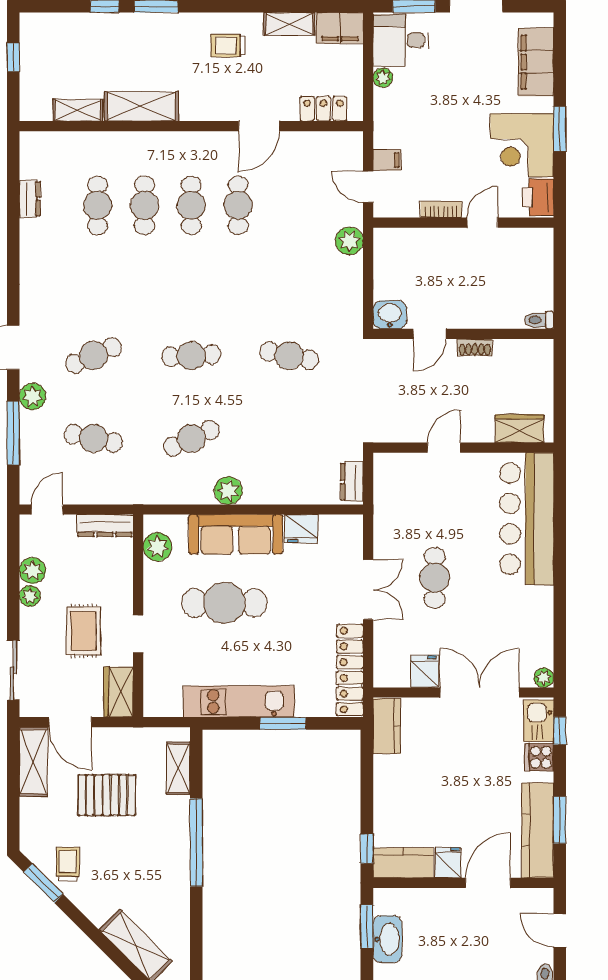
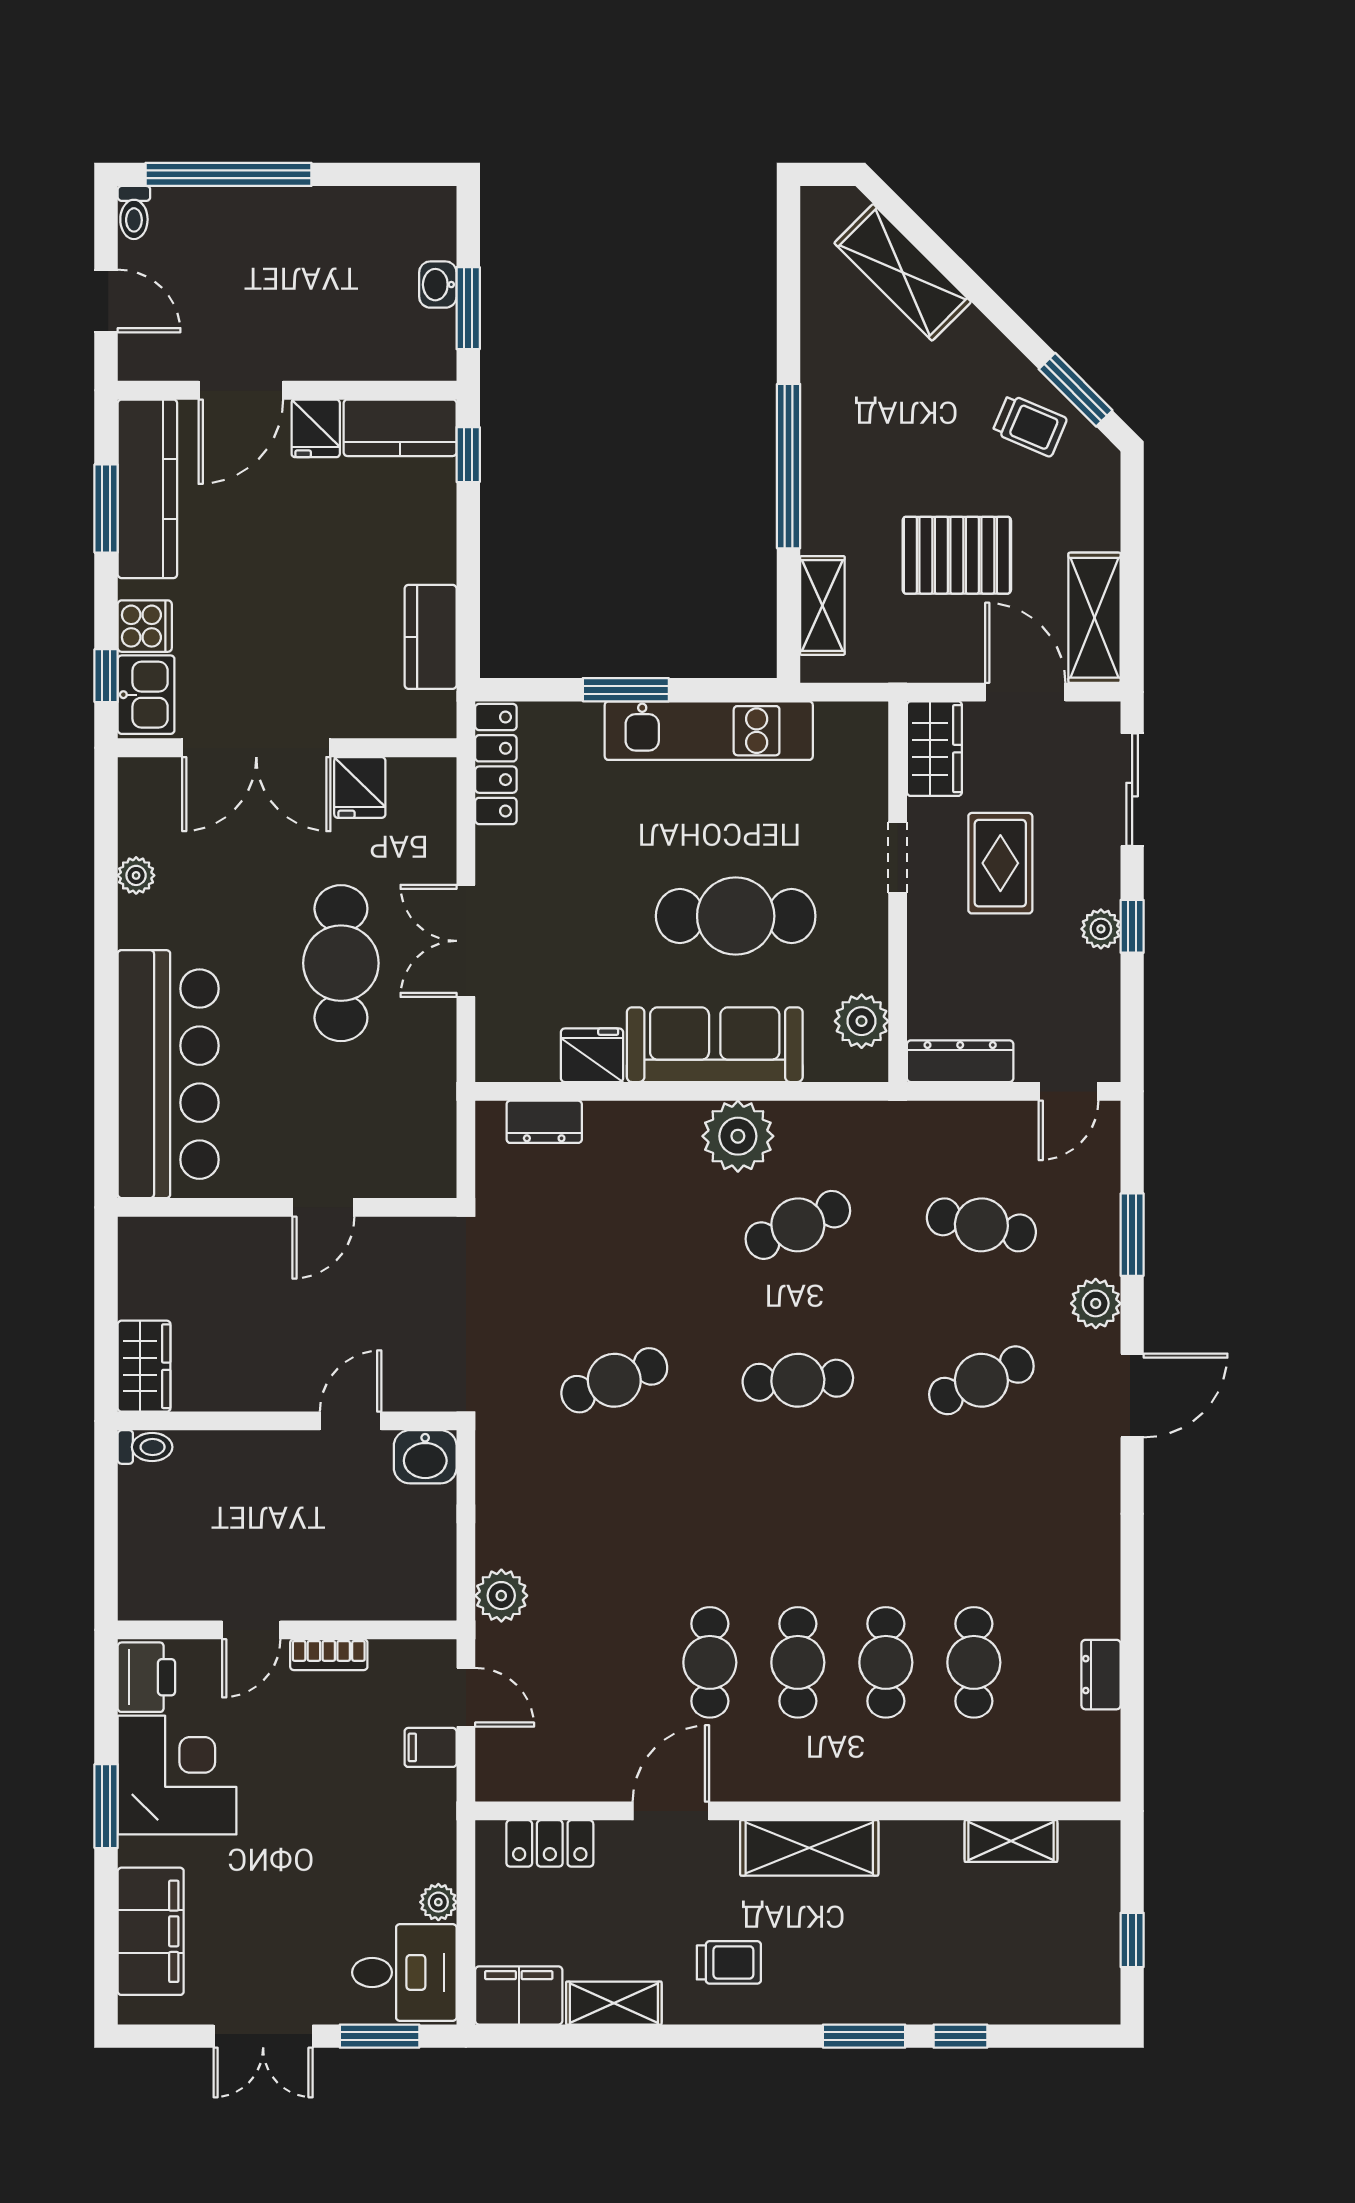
shelving: (141, 106) -> (809, 1848), moved
shoe rack: (475, 347) -> (266, 1396), removed
cafe table: (289, 356) -> (614, 1380), turned -33
wardrobe: (519, 429) -> (144, 1366), moved, turned -90
window: (13, 433) -> (1132, 1235), width x0.69
dresser: (352, 482) -> (544, 1122), moved, turned 90
plant: (228, 491) -> (738, 1136), width x1.36, depth x1.36
plant: (33, 570) -> (1096, 977), removed
cafe table: (435, 578) -> (341, 963), width x1.37, depth x1.35
window: (13, 597) -> (1132, 926), added
locker: (350, 670) -> (496, 764), width x0.71, depth x0.83
plant: (544, 678) -> (136, 875), moved
kitchen counter: (387, 726) -> (431, 637), moved
trolley: (68, 864) -> (1030, 425), turned -67
washbasin: (387, 939) -> (438, 285), width x0.52, depth x0.69

